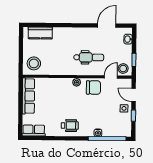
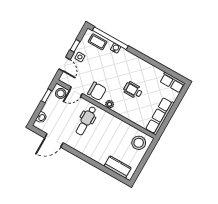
dental chair: (89, 57) -> (86, 121), turned -90
chair: (93, 87) -> (97, 91), turned 180
wheelchair: (70, 126) -> (133, 90), moved
coffee table: (116, 130) -> (98, 42), added

